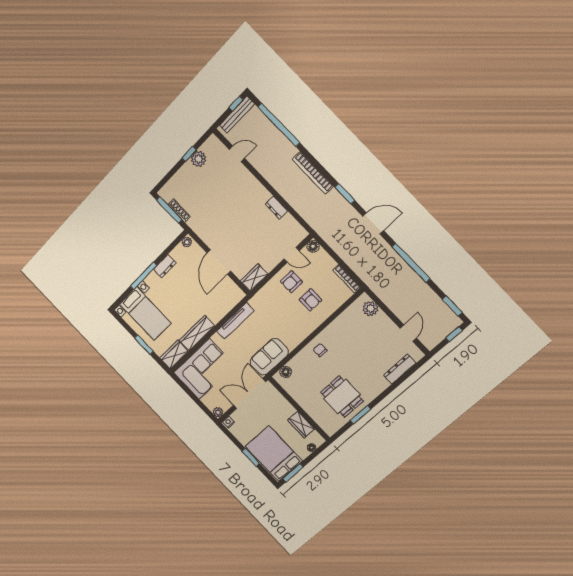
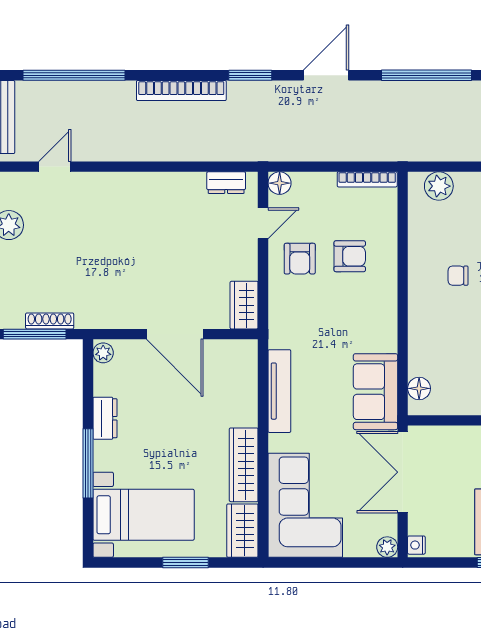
dresser: (276, 208) -> (226, 183), moved
chair: (320, 350) -> (458, 276), moved

